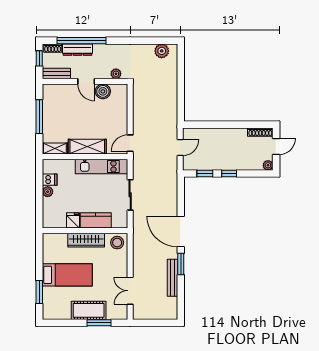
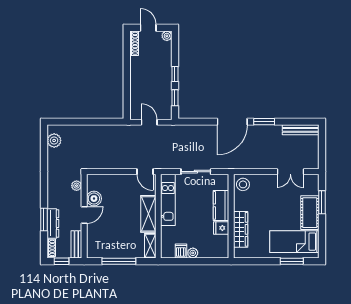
window: (82, 41) -> (44, 220), width x0.47
wardrobe: (86, 240) -> (241, 229), moved
bed: (67, 275) -> (294, 242), moved, turned -90
bench: (173, 278) -> (301, 130), moved

